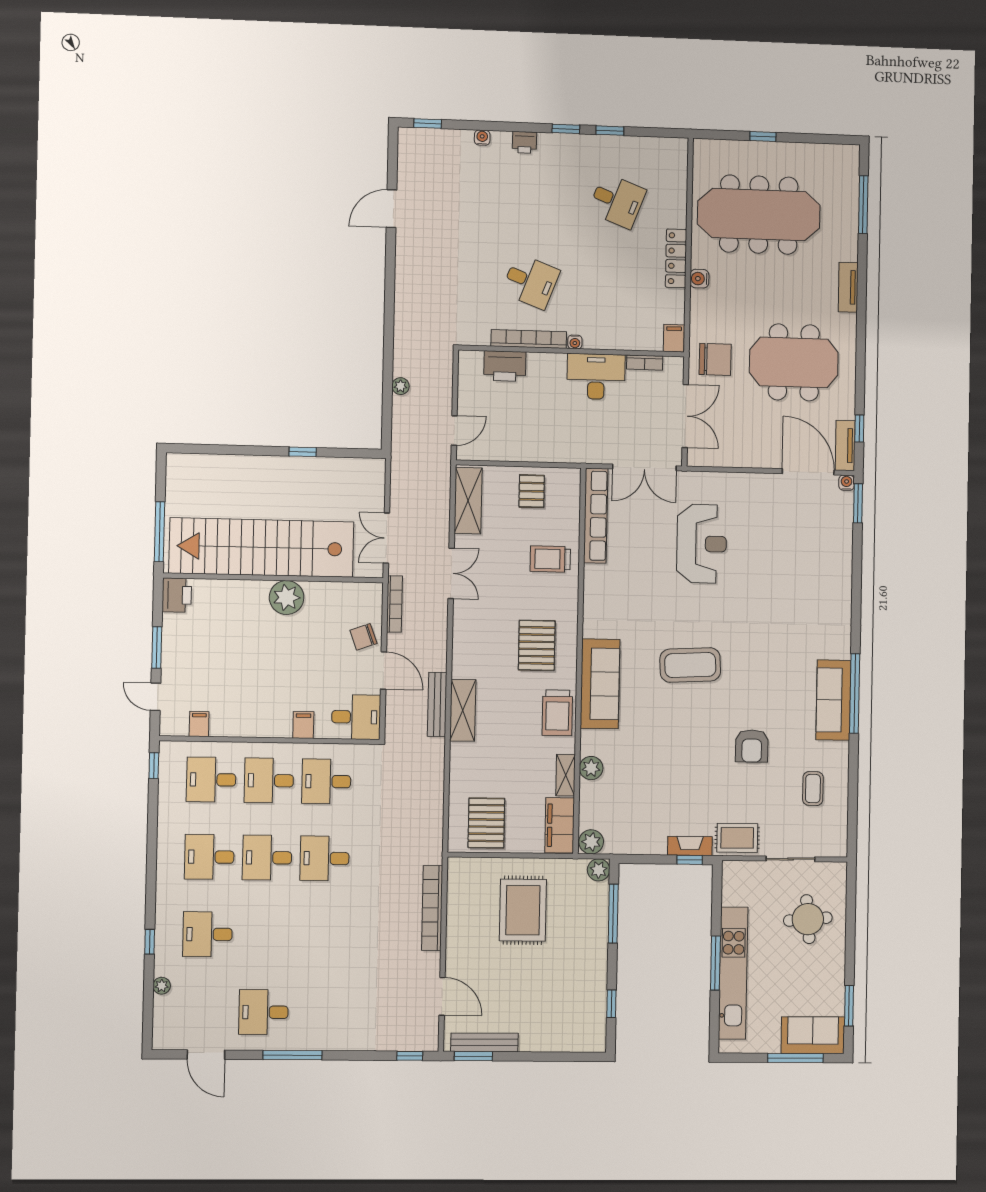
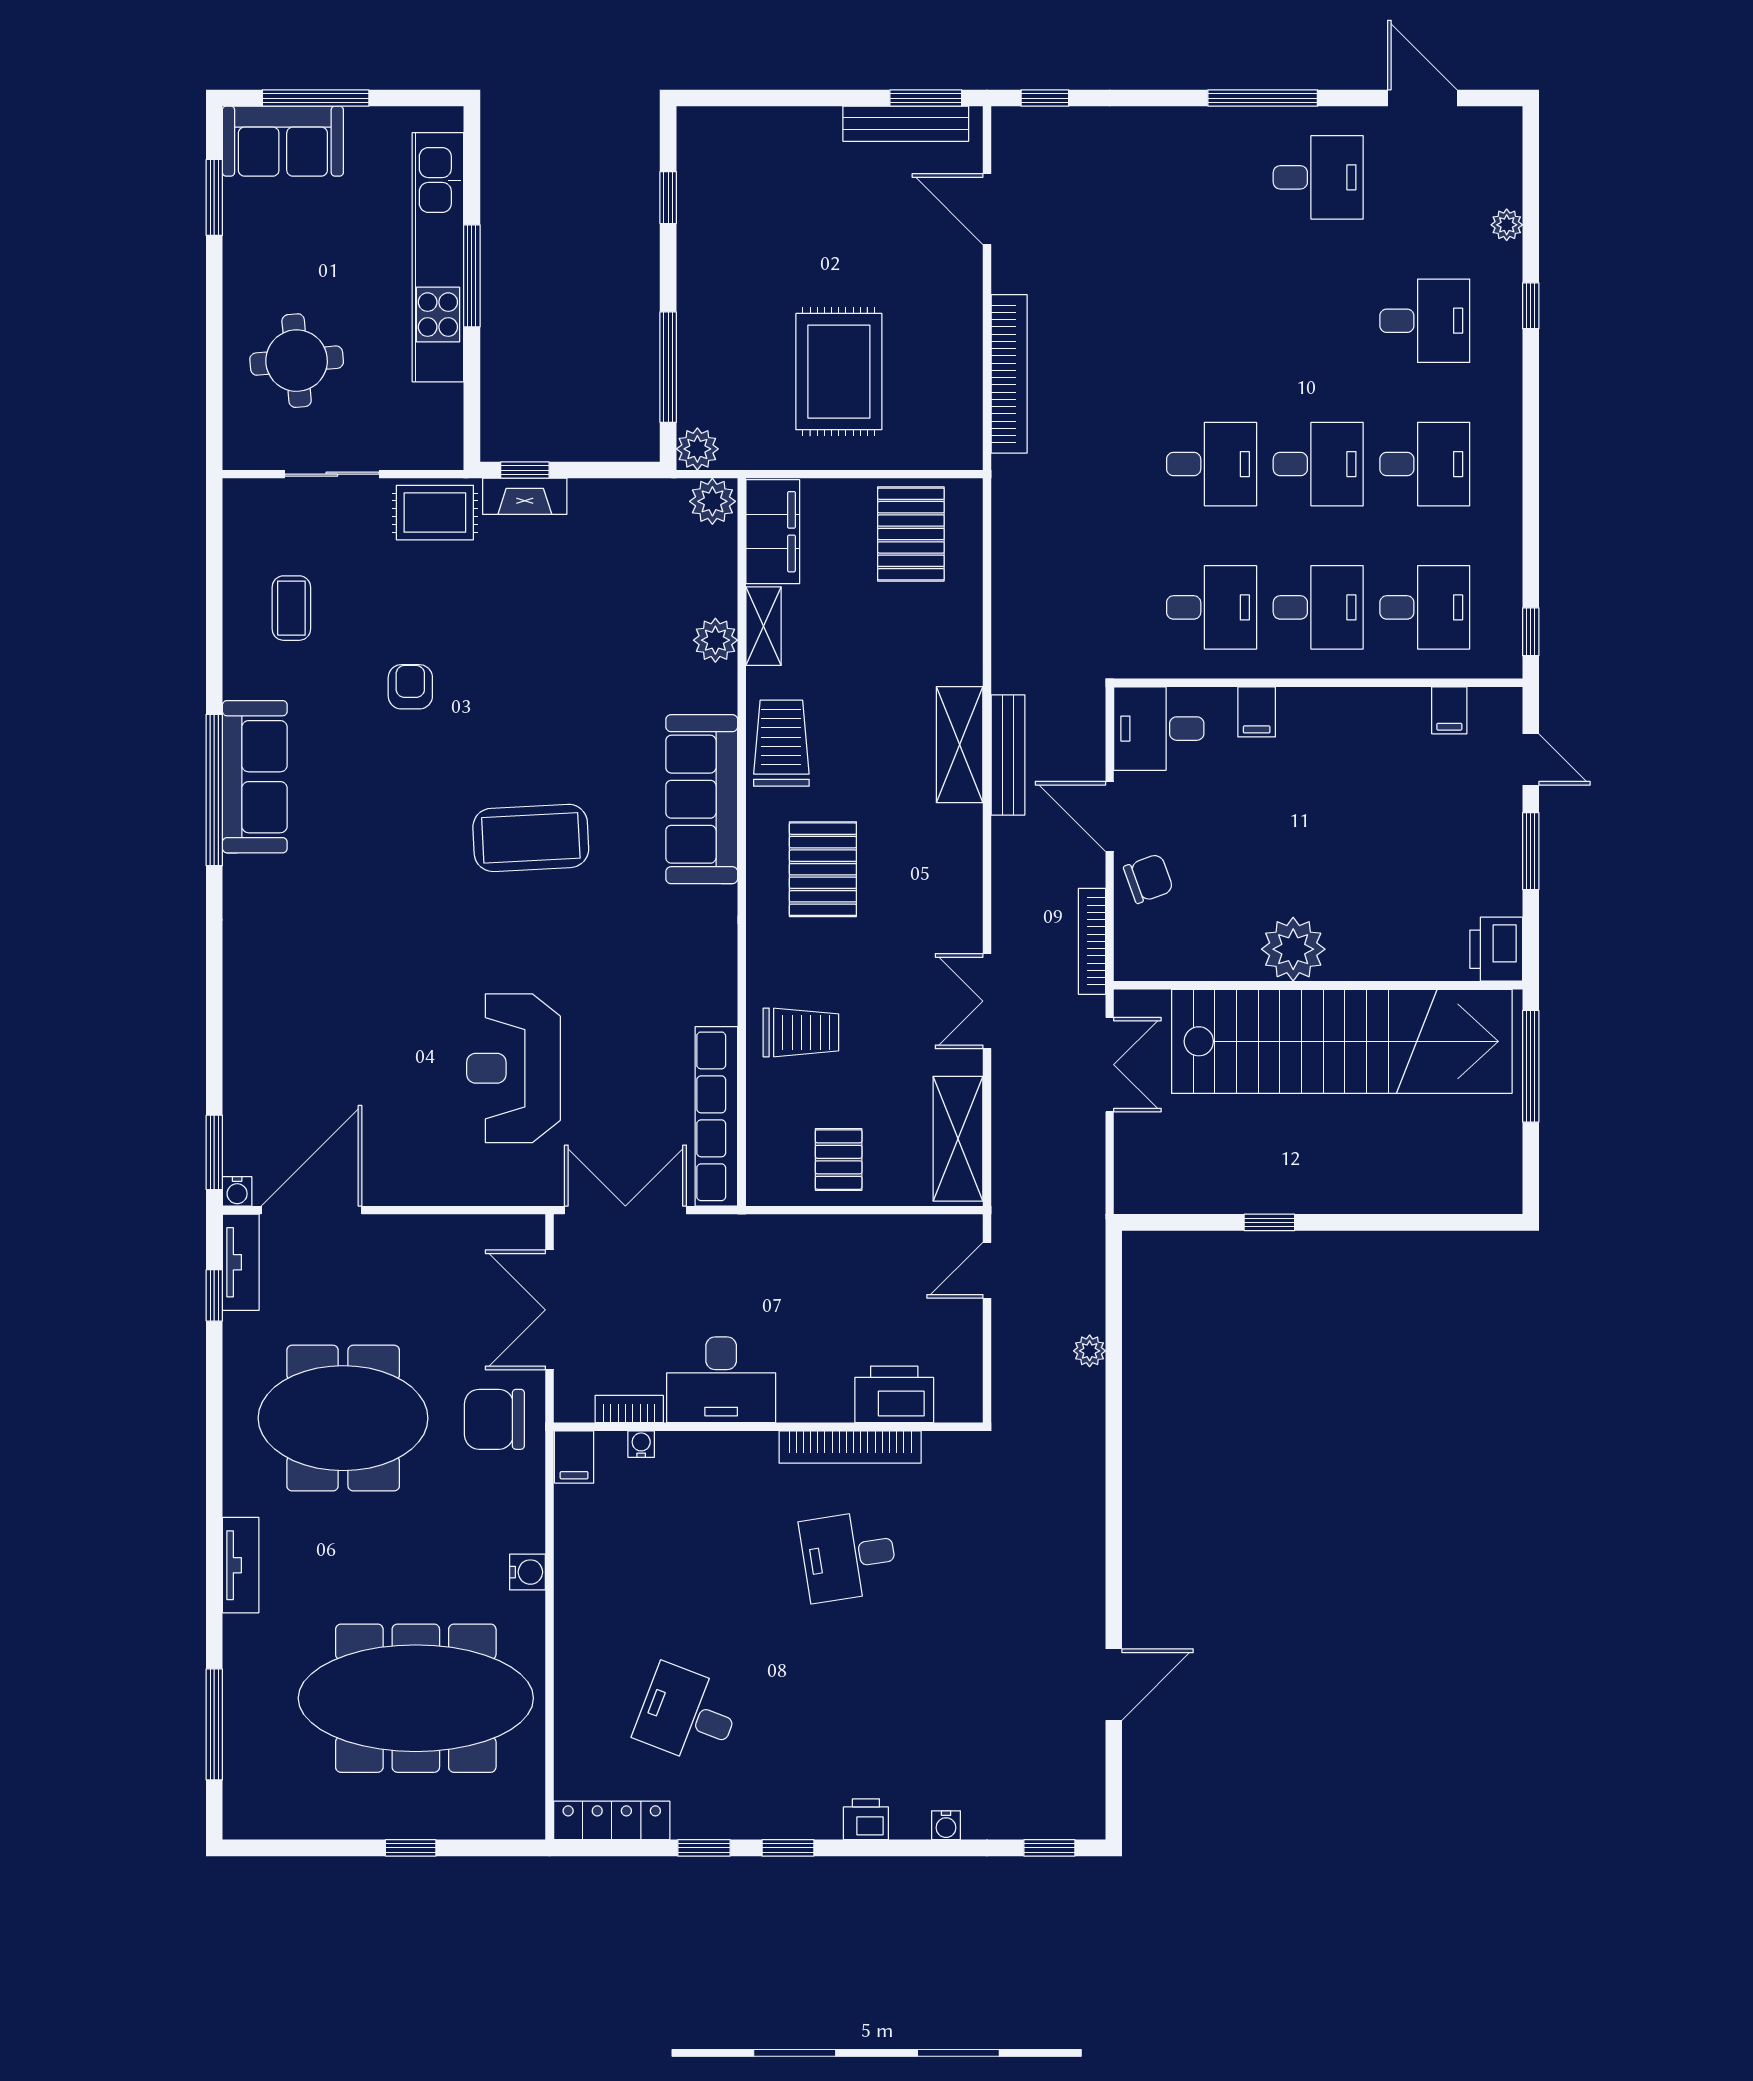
locker: (676, 258) -> (612, 1820), moved, turned -90
desk: (531, 281) -> (849, 1556), turned -30
water cooler: (575, 342) -> (641, 1444), moved
door: (808, 472) -> (312, 1210), swing flipped
armchair: (752, 746) -> (410, 687), width x0.72, depth x0.72

